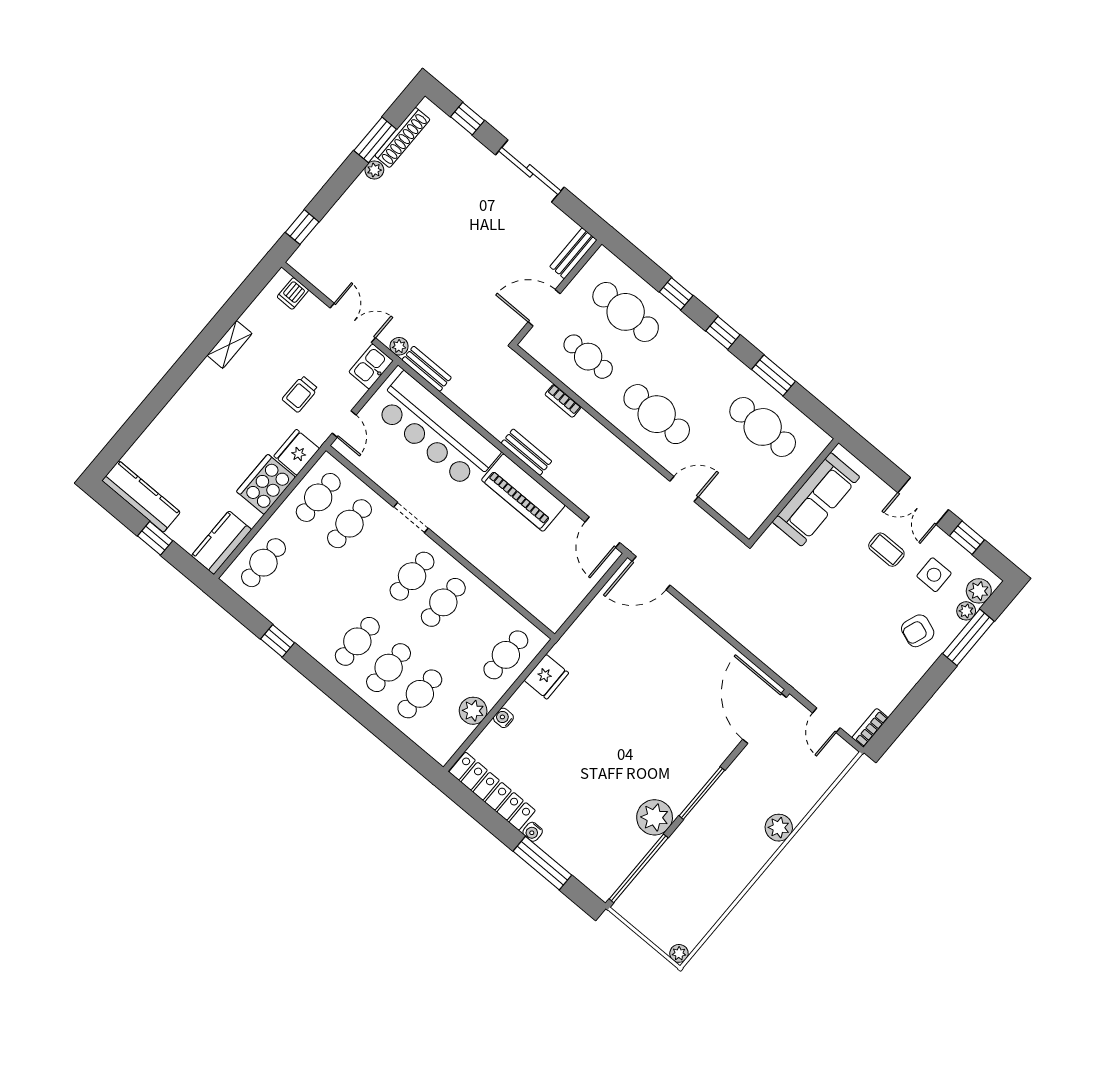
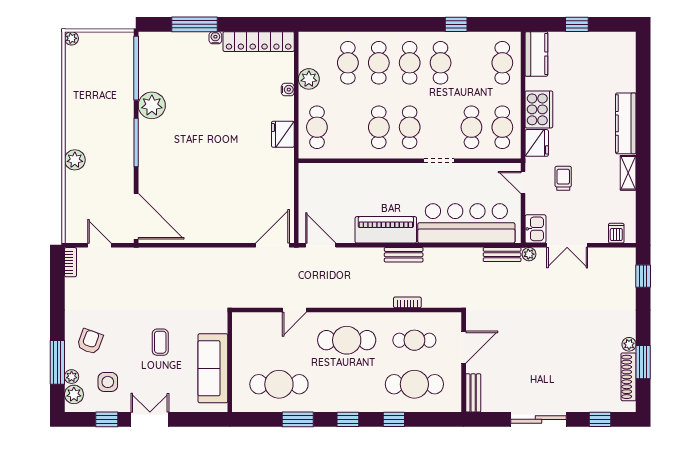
kitchen counter: (141, 496) -> (626, 123), moved, turned 90
coffee table: (886, 550) -> (160, 342), moved, turned 90
cafe table: (326, 615) -> (441, 63), added

